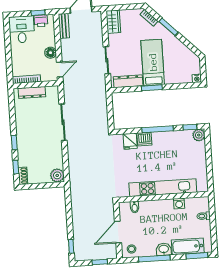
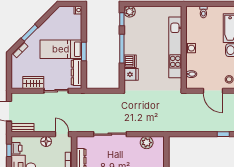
wardrobe: (113, 22) -> (33, 83), moved
plant: (57, 175) -> (147, 143), moved
washing machine: (179, 204) -> (191, 48), moved

